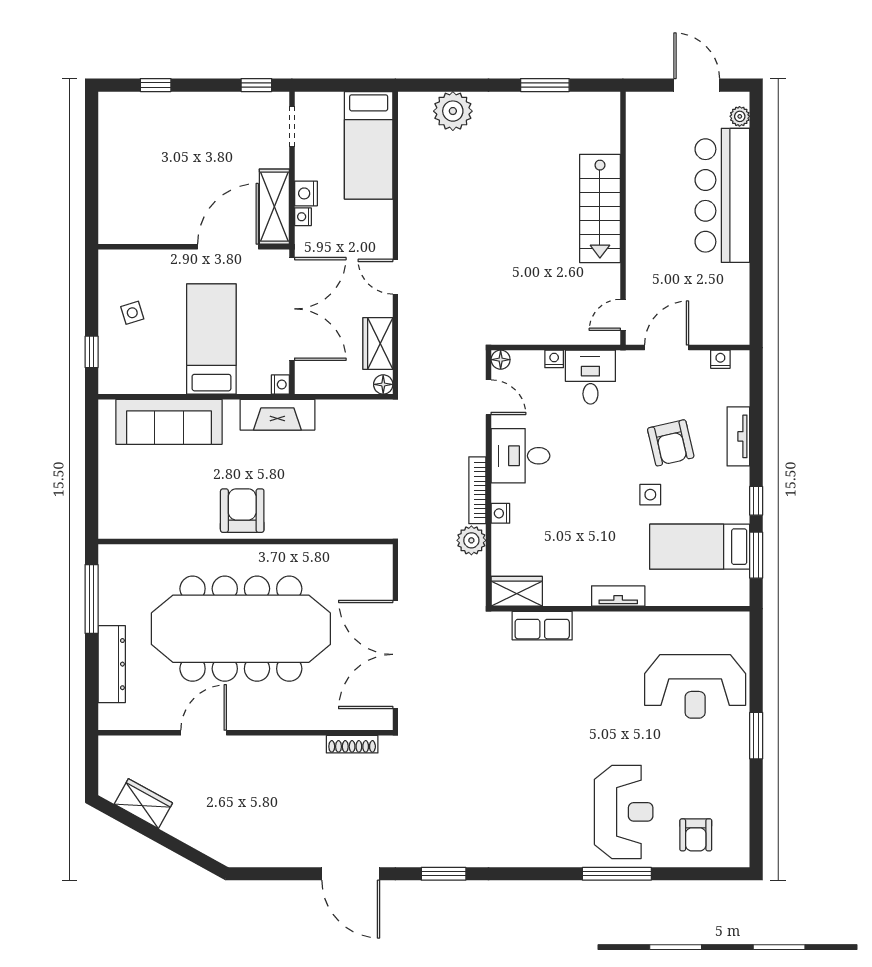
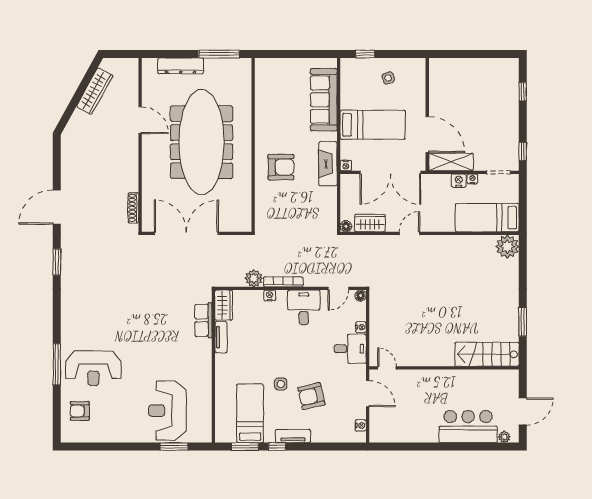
plant: (453, 111) -> (507, 246), moved
bar counter: (722, 195) -> (468, 427), width x0.73
stairs: (600, 208) -> (487, 354), moved
nightstand: (303, 217) -> (472, 179), moved
tv unit: (738, 436) -> (293, 436), moved
armchair: (242, 511) -> (281, 167), moved
tv unit: (618, 596) -> (221, 337), moved
window: (756, 736) -> (174, 447), moved
wardrobe: (143, 804) -> (95, 91), width x1.50

